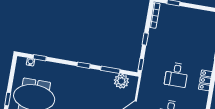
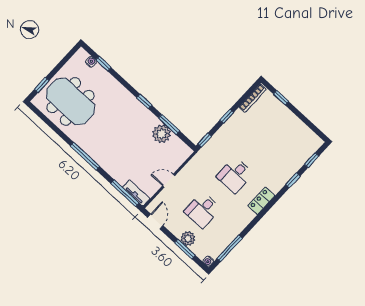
plant: (121, 81) -> (162, 134), moved

